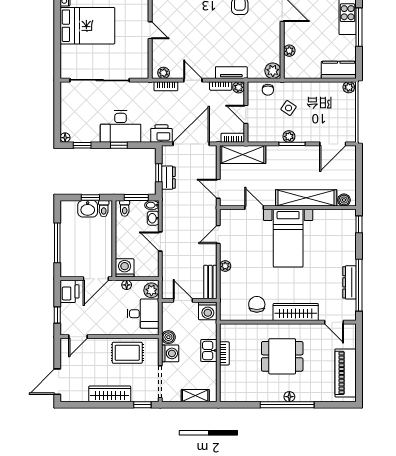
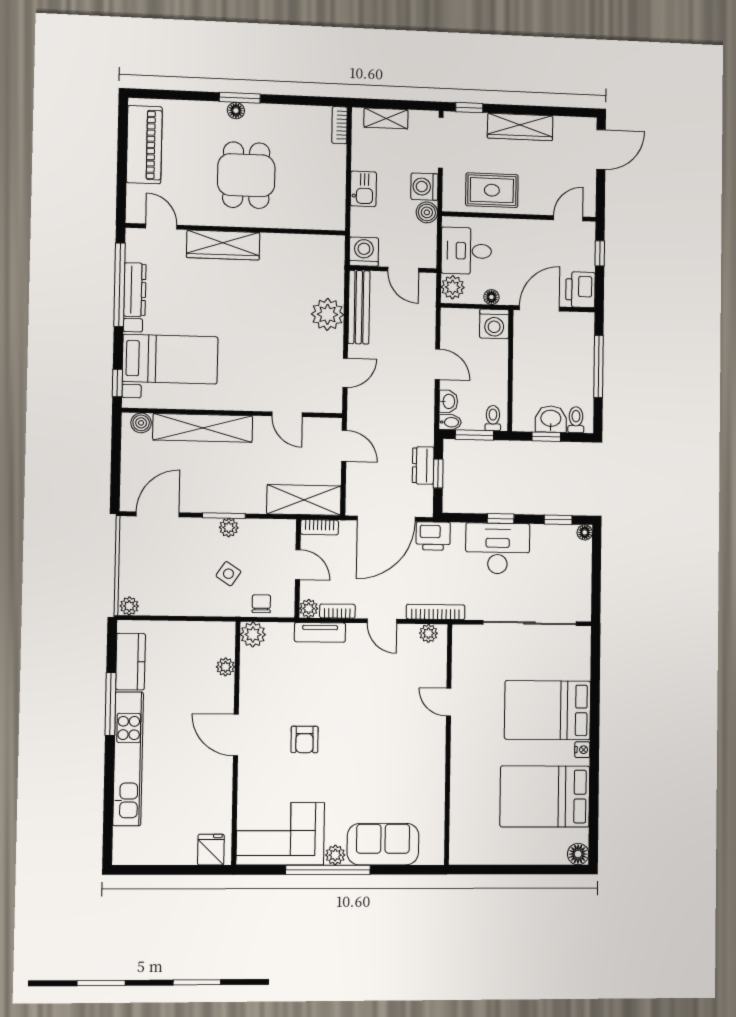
kitchen counter: (339, 70) -> (131, 662), moved, turned -90
bookcase: (166, 86) -> (436, 612), width x1.56
toilet: (104, 209) -> (576, 420), moved
bed with nightstands: (288, 238) -> (170, 359), moved, turned 90
plant: (225, 266) -> (328, 314), width x1.88, depth x1.88
bench: (210, 282) -> (359, 307), width x1.36
chair: (257, 304) -> (286, 259), removed
bookcase: (224, 353) -> (340, 125), moved
dining table: (282, 356) -> (246, 175), turned 90
window: (287, 405) -> (240, 98), width x0.47

